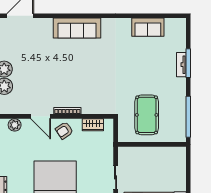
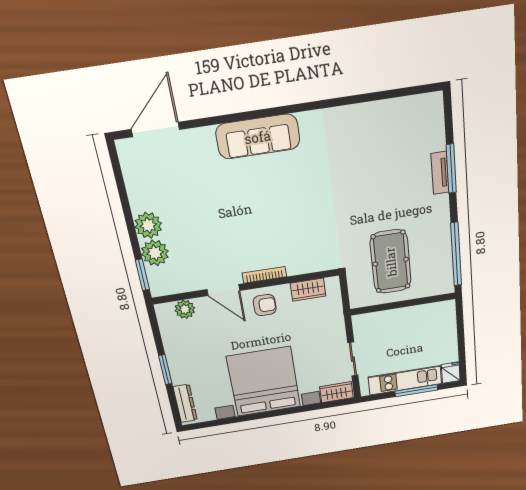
sofa: (148, 27) -> (379, 117), removed
armchair: (64, 130) -> (265, 305), turned -146

